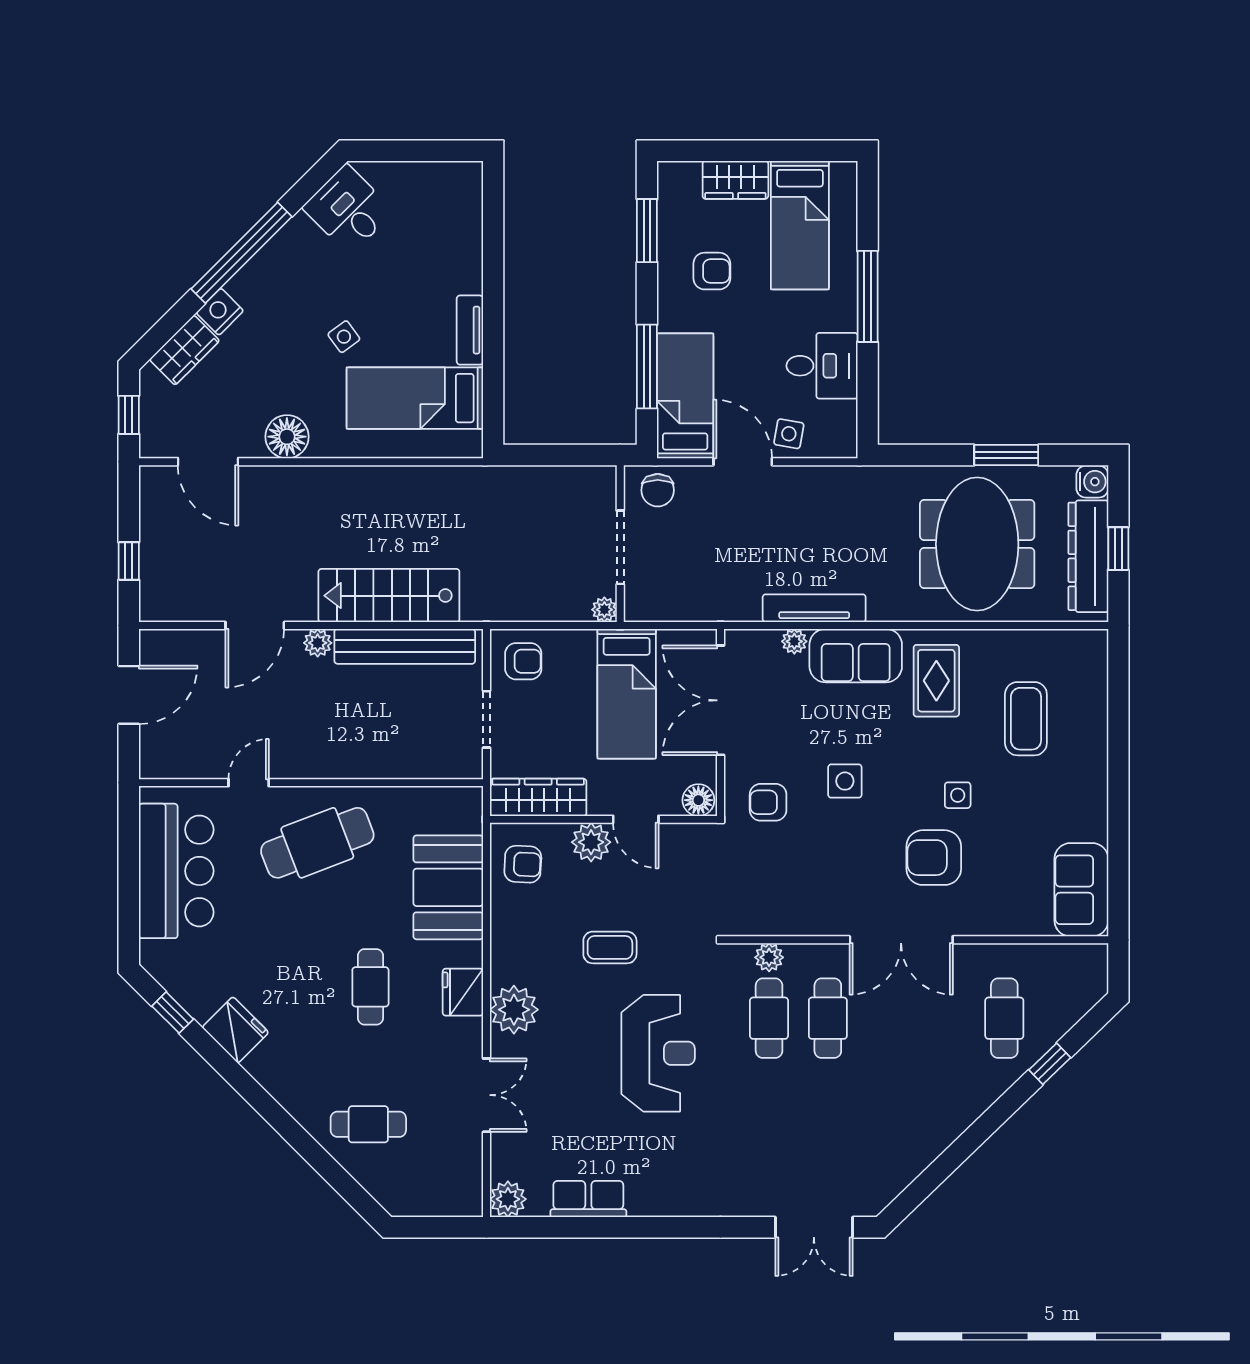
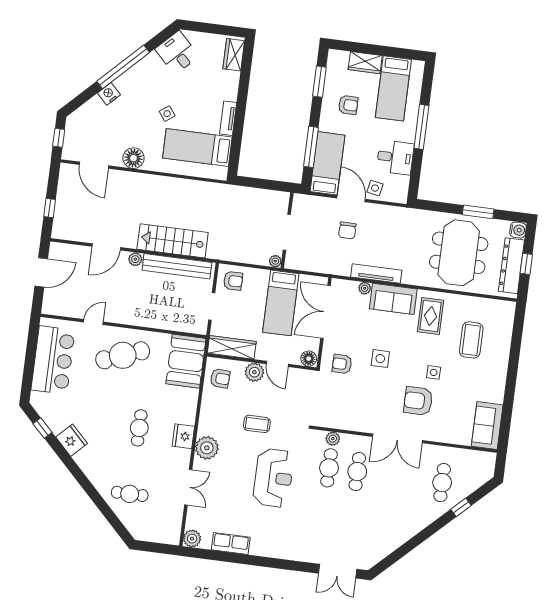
wardrobe: (184, 350) -> (234, 55), moved, turned 135
chair: (658, 490) -> (347, 230), moved
booth: (448, 887) -> (186, 361), moved

